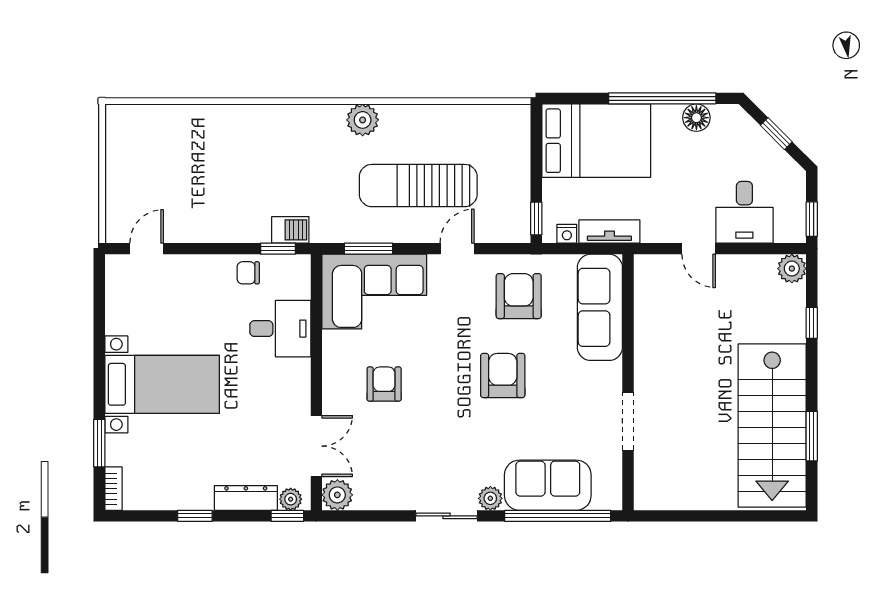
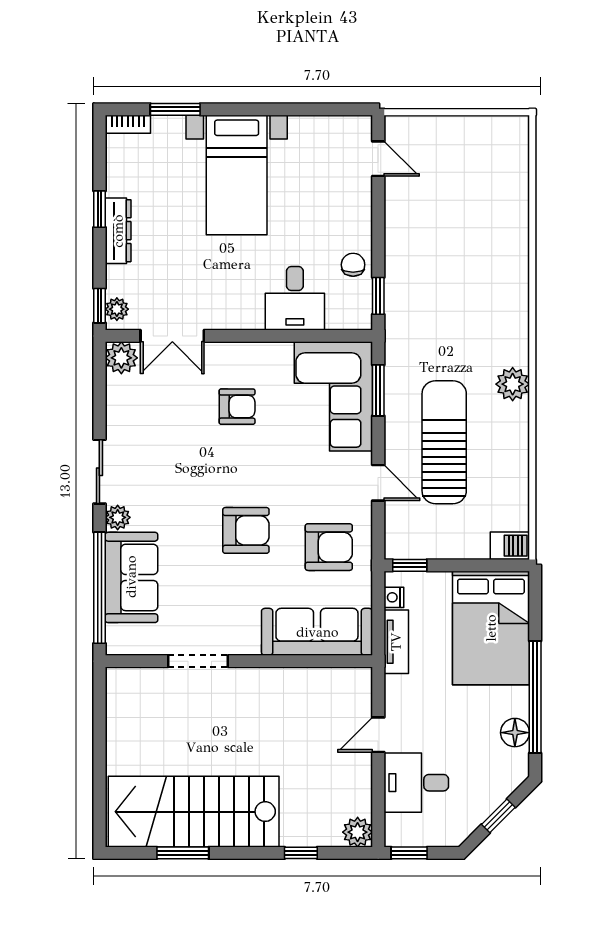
barbecue: (290, 230) -> (510, 546), moved, turned -90
dresser: (246, 498) -> (118, 231), moved

